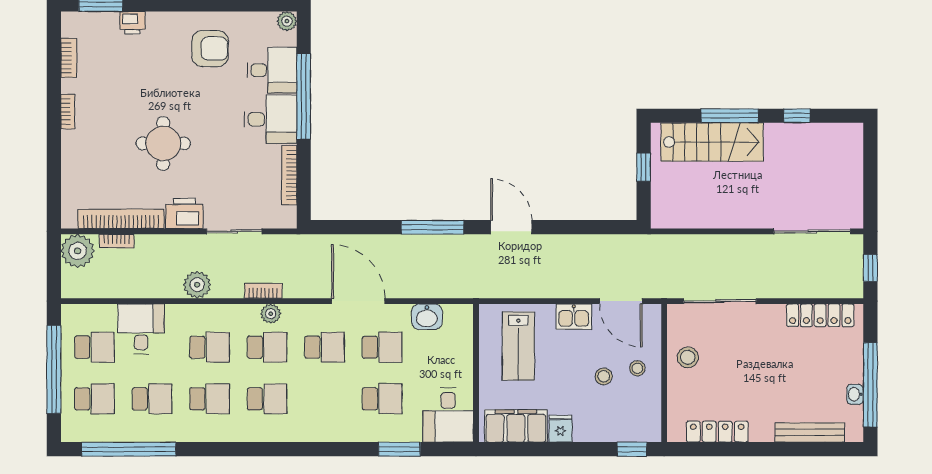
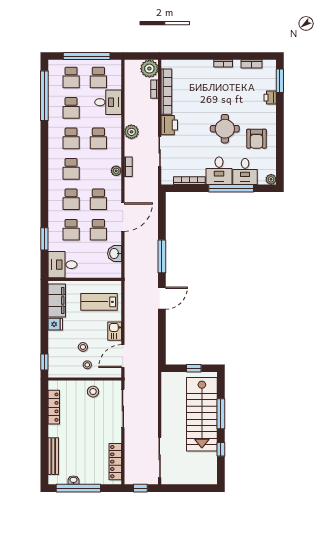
stairs: (712, 142) -> (202, 414), width x1.36, depth x1.51
round table: (163, 143) -> (225, 129), moved
school desk: (267, 347) -> (71, 199), moved

